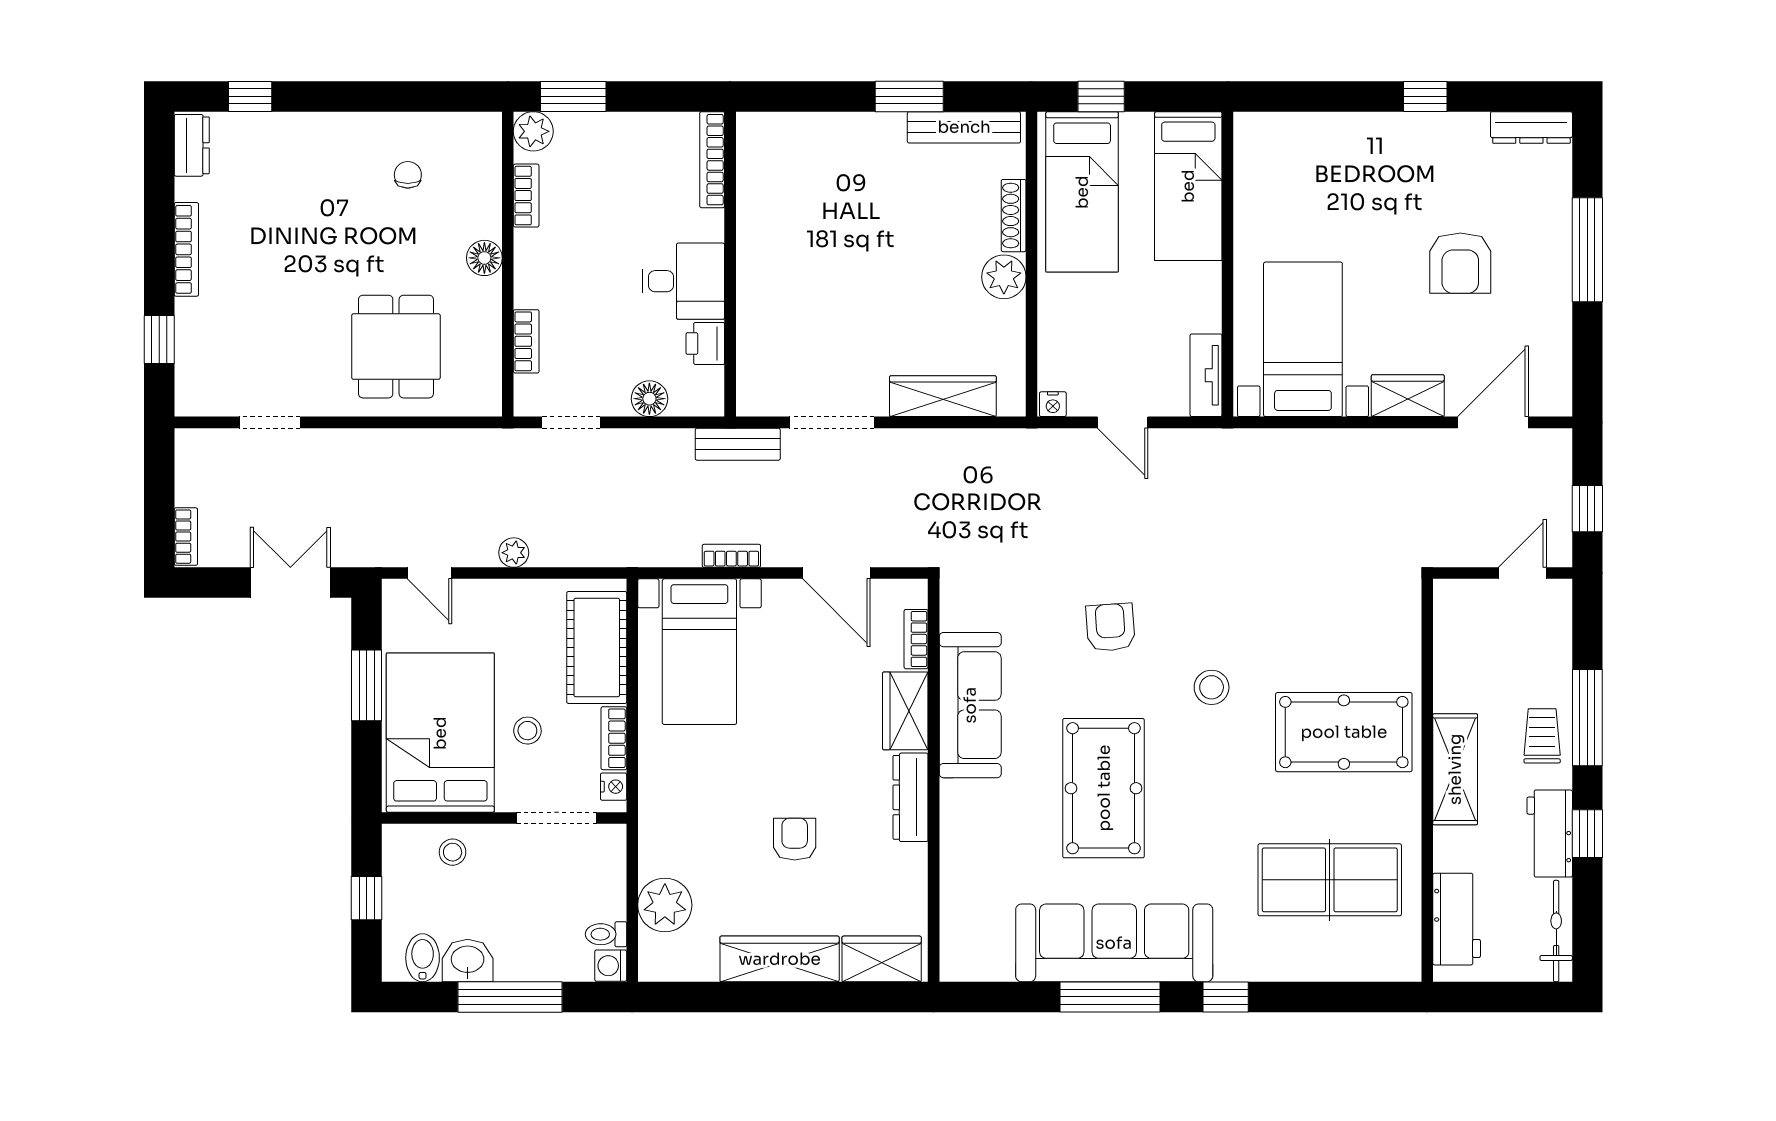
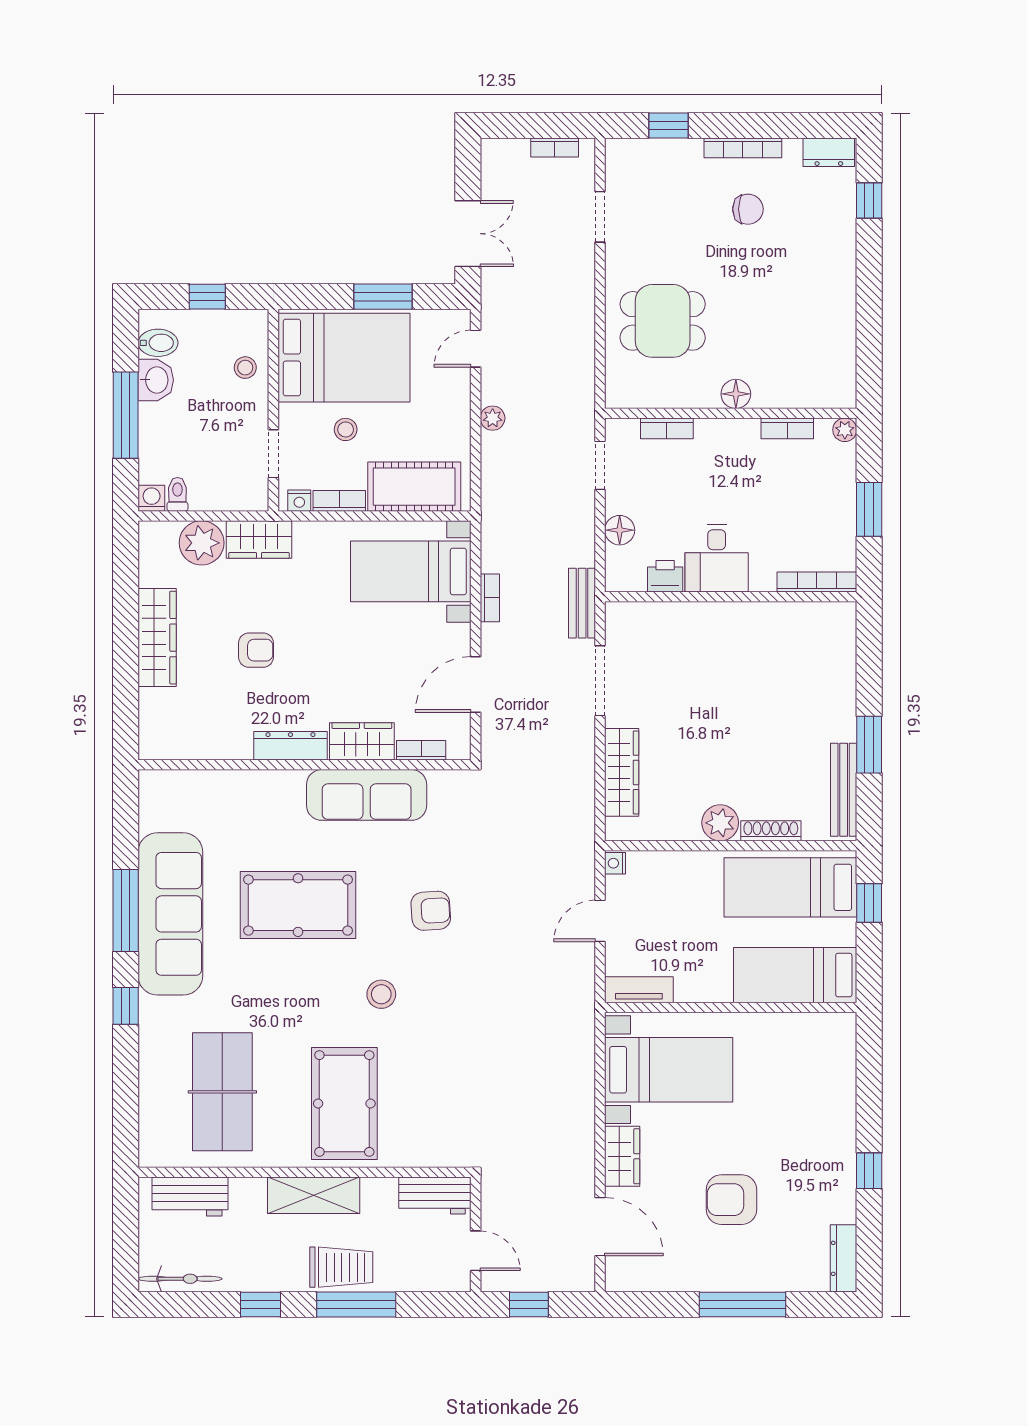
window: (573, 96) -> (869, 509), moved
plant: (533, 131) -> (845, 430), width x0.73, depth x0.73
chair: (408, 175) -> (748, 209), moved, width x1.37, depth x1.37
bookcase: (186, 537) -> (555, 147), moved
trolley: (1542, 736) -> (341, 1267), width x1.36, depth x1.39
doorway: (557, 818) -> (273, 454), width x0.73
workbench: (1550, 834) -> (435, 1196), moved, turned 180
wardrobe: (882, 959) -> (259, 540), moved, turned 90

